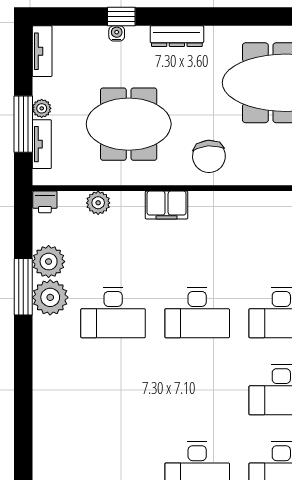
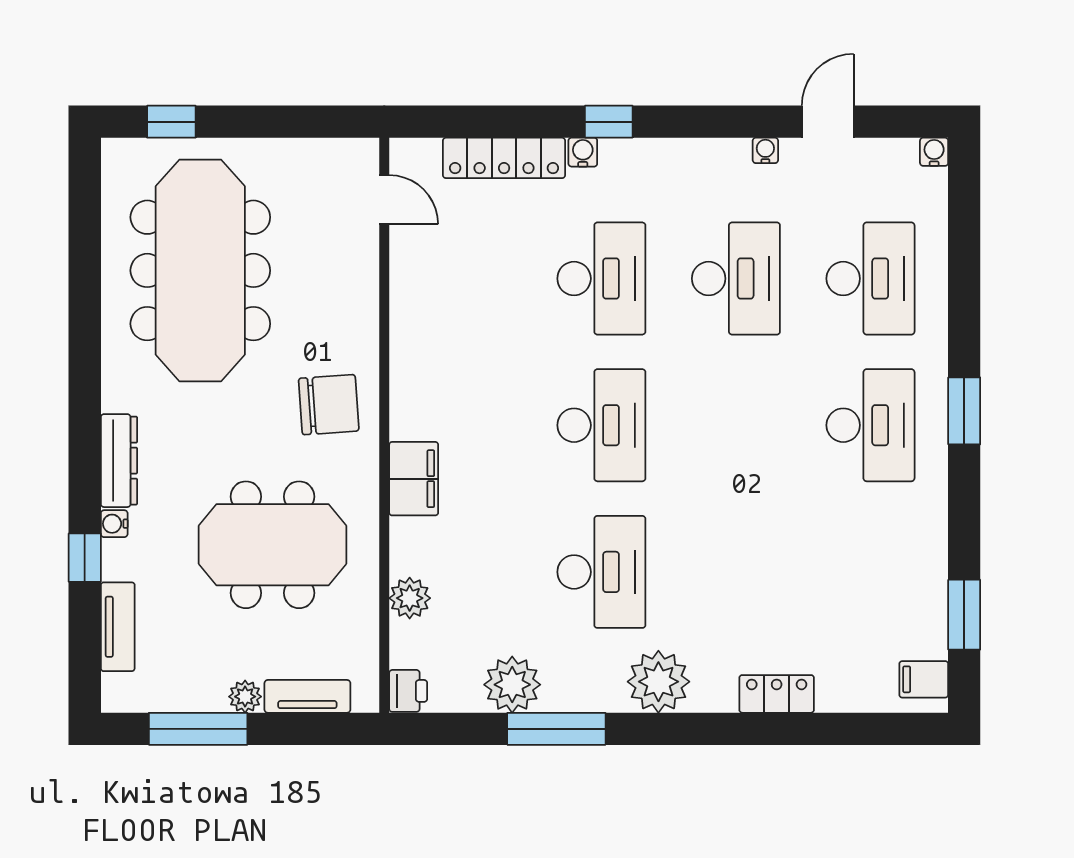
water cooler: (117, 33) -> (114, 524), moved
tv unit: (42, 51) -> (118, 627), moved, turned 90
window: (23, 124) -> (198, 729), moved
meeting table: (129, 124) -> (272, 545), turned 90
plant: (50, 297) -> (658, 682), moved
locker: (43, 413) -> (777, 694), added

